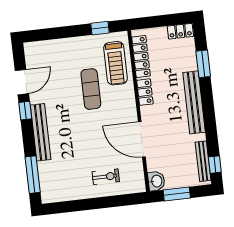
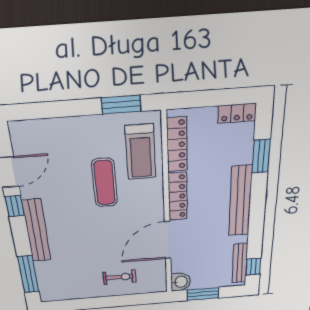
window: (100, 28) -> (121, 105), width x1.50
locker: (145, 92) -> (178, 196), width x1.53
door: (142, 139) -> (168, 240), hinge flipped

